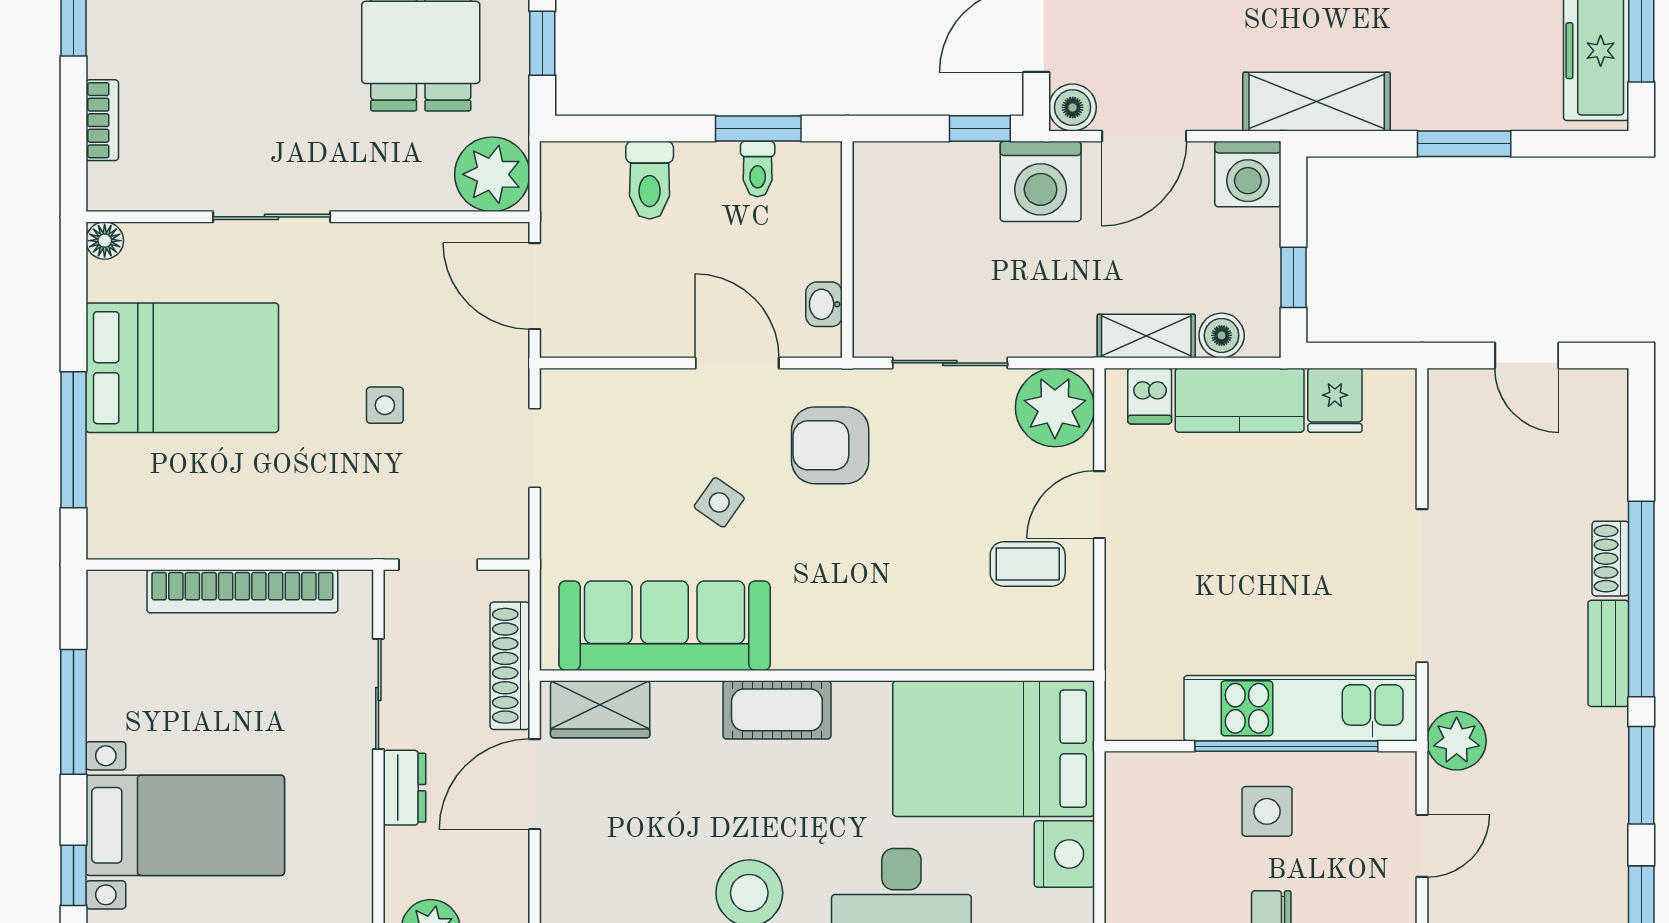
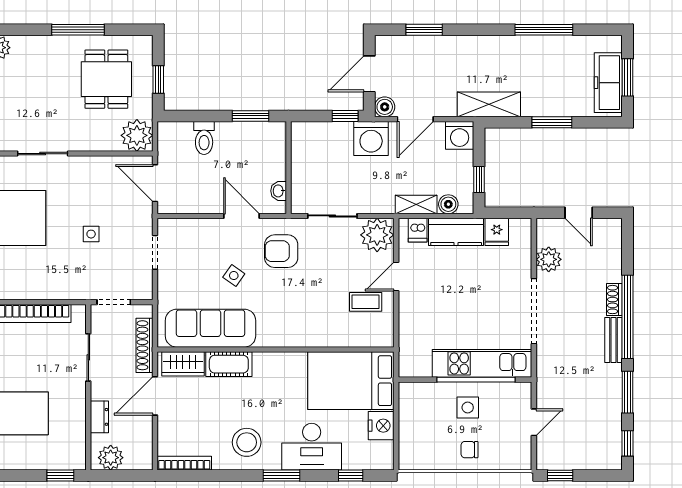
toilet: (758, 169) -> (250, 133), removed
cot: (777, 710) -> (229, 364), moved
plant: (1457, 741) -> (549, 259), moved
dresser: (405, 788) -> (99, 417), moved

